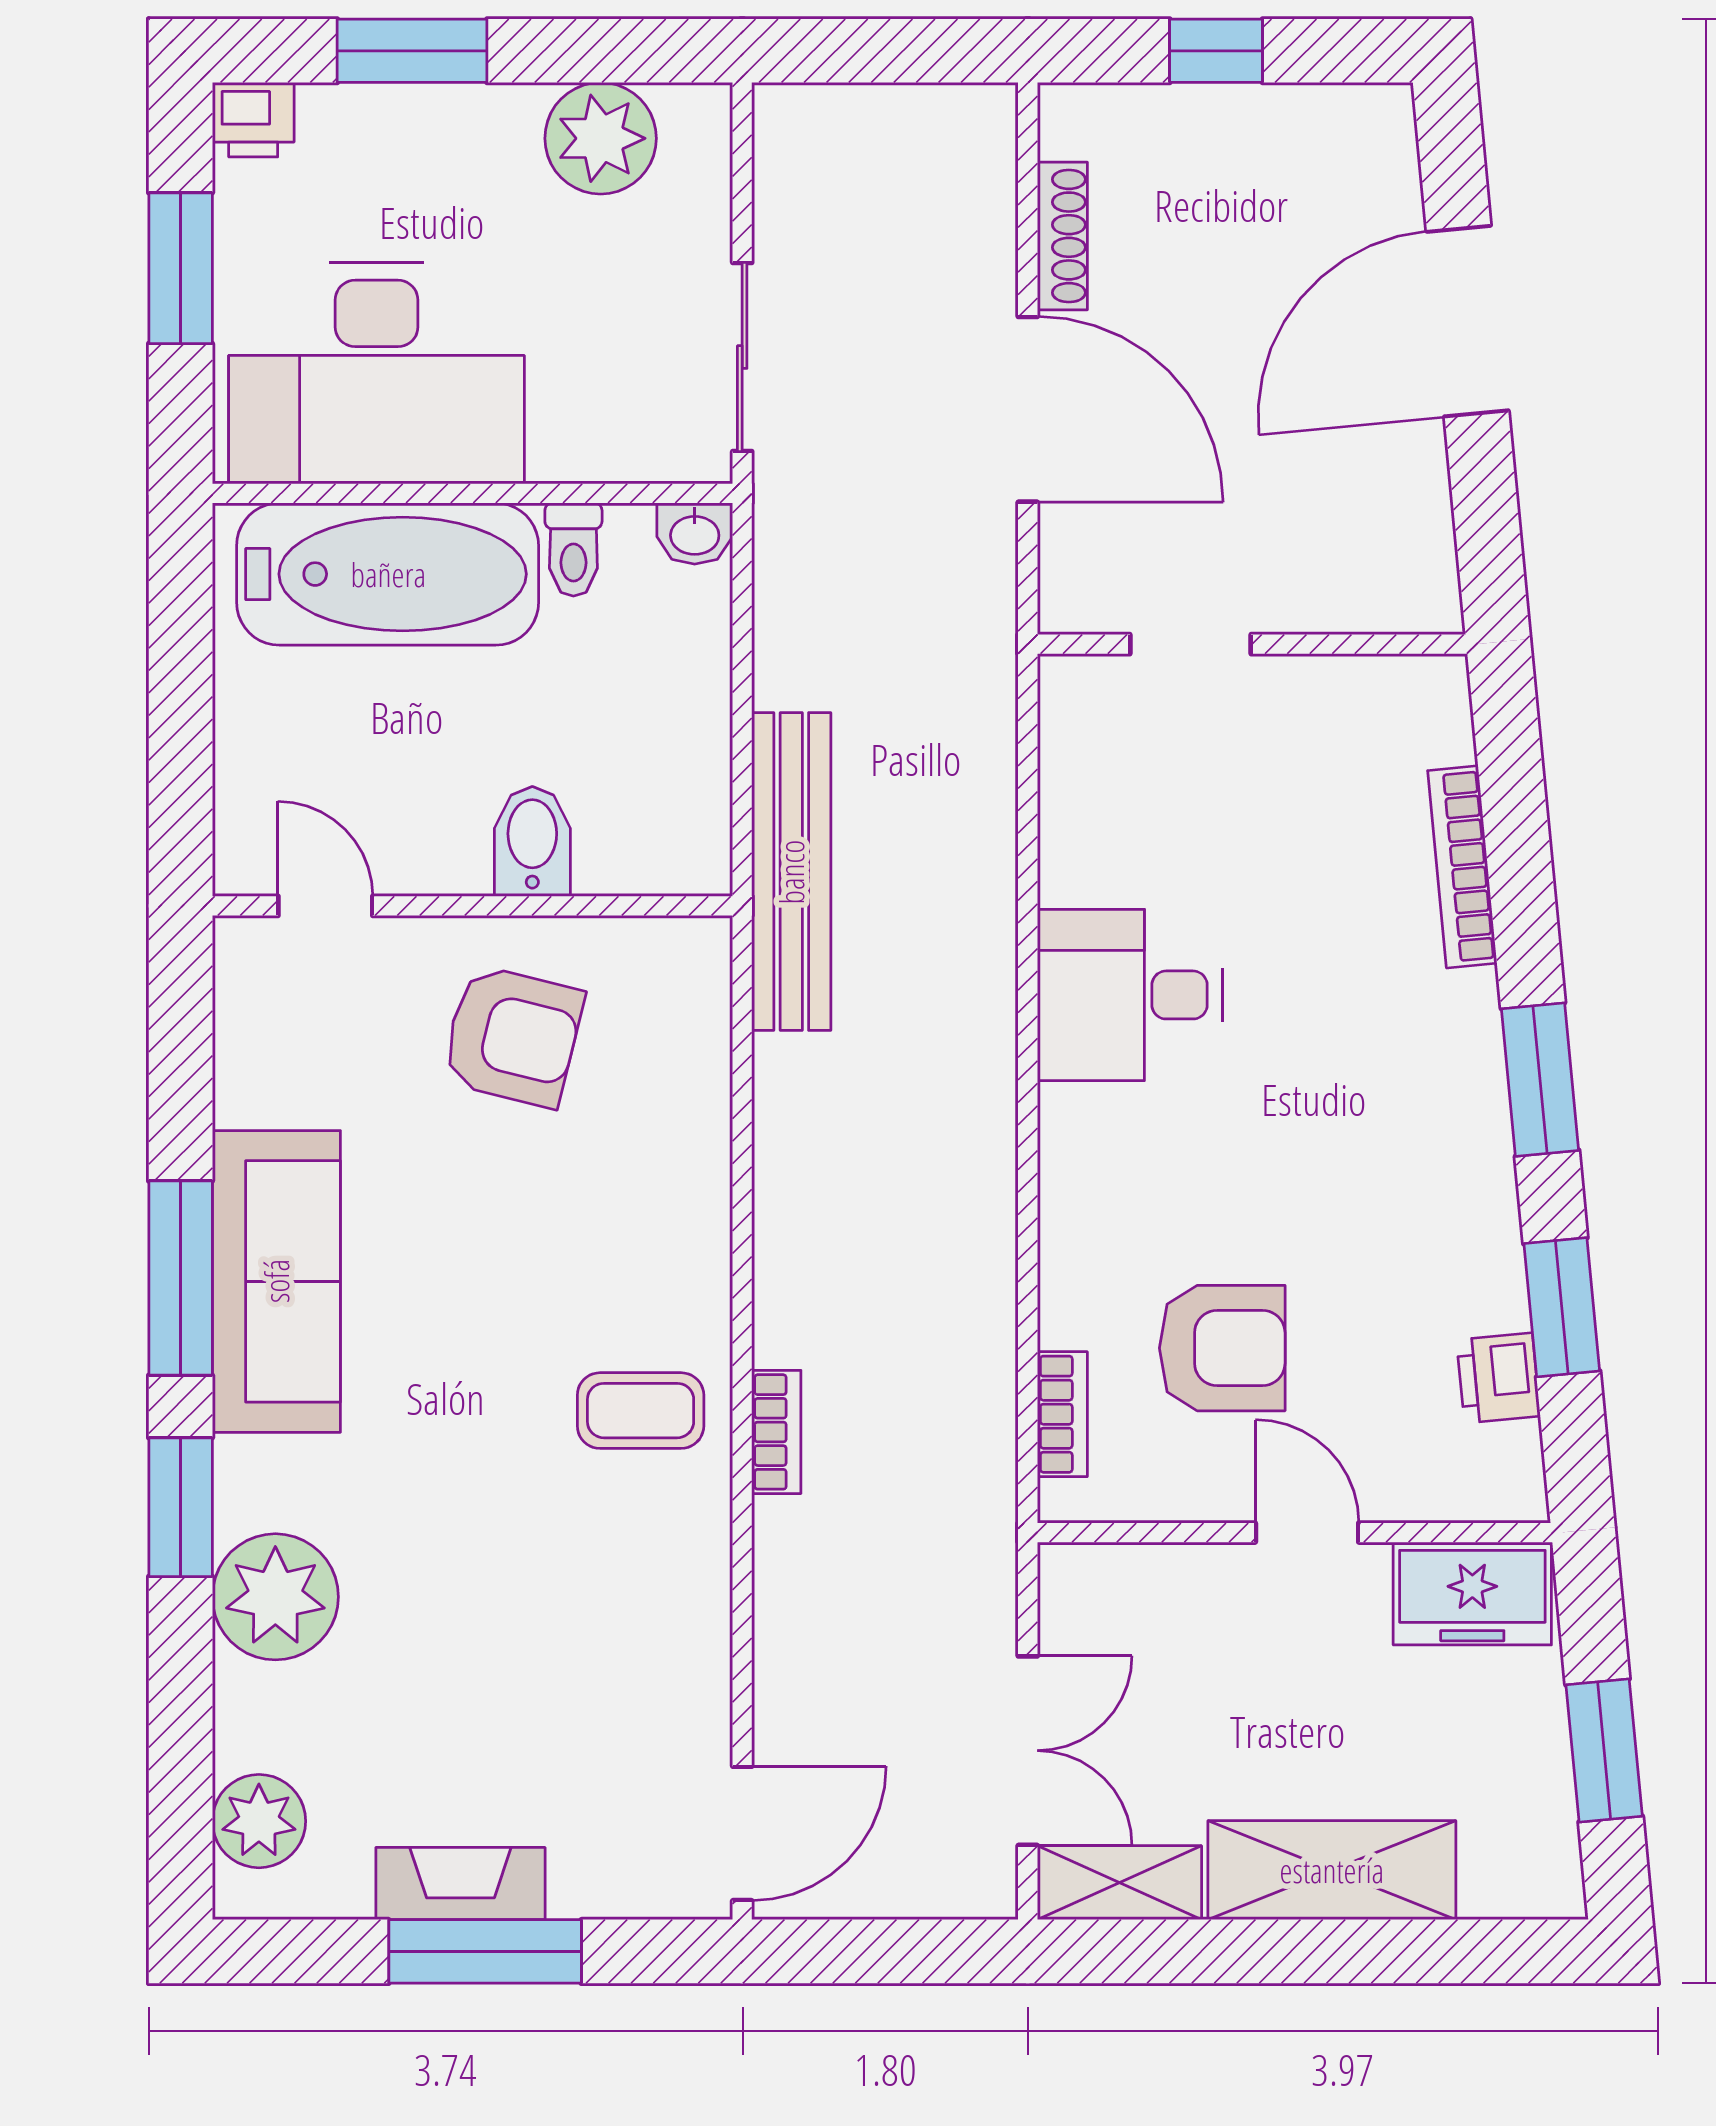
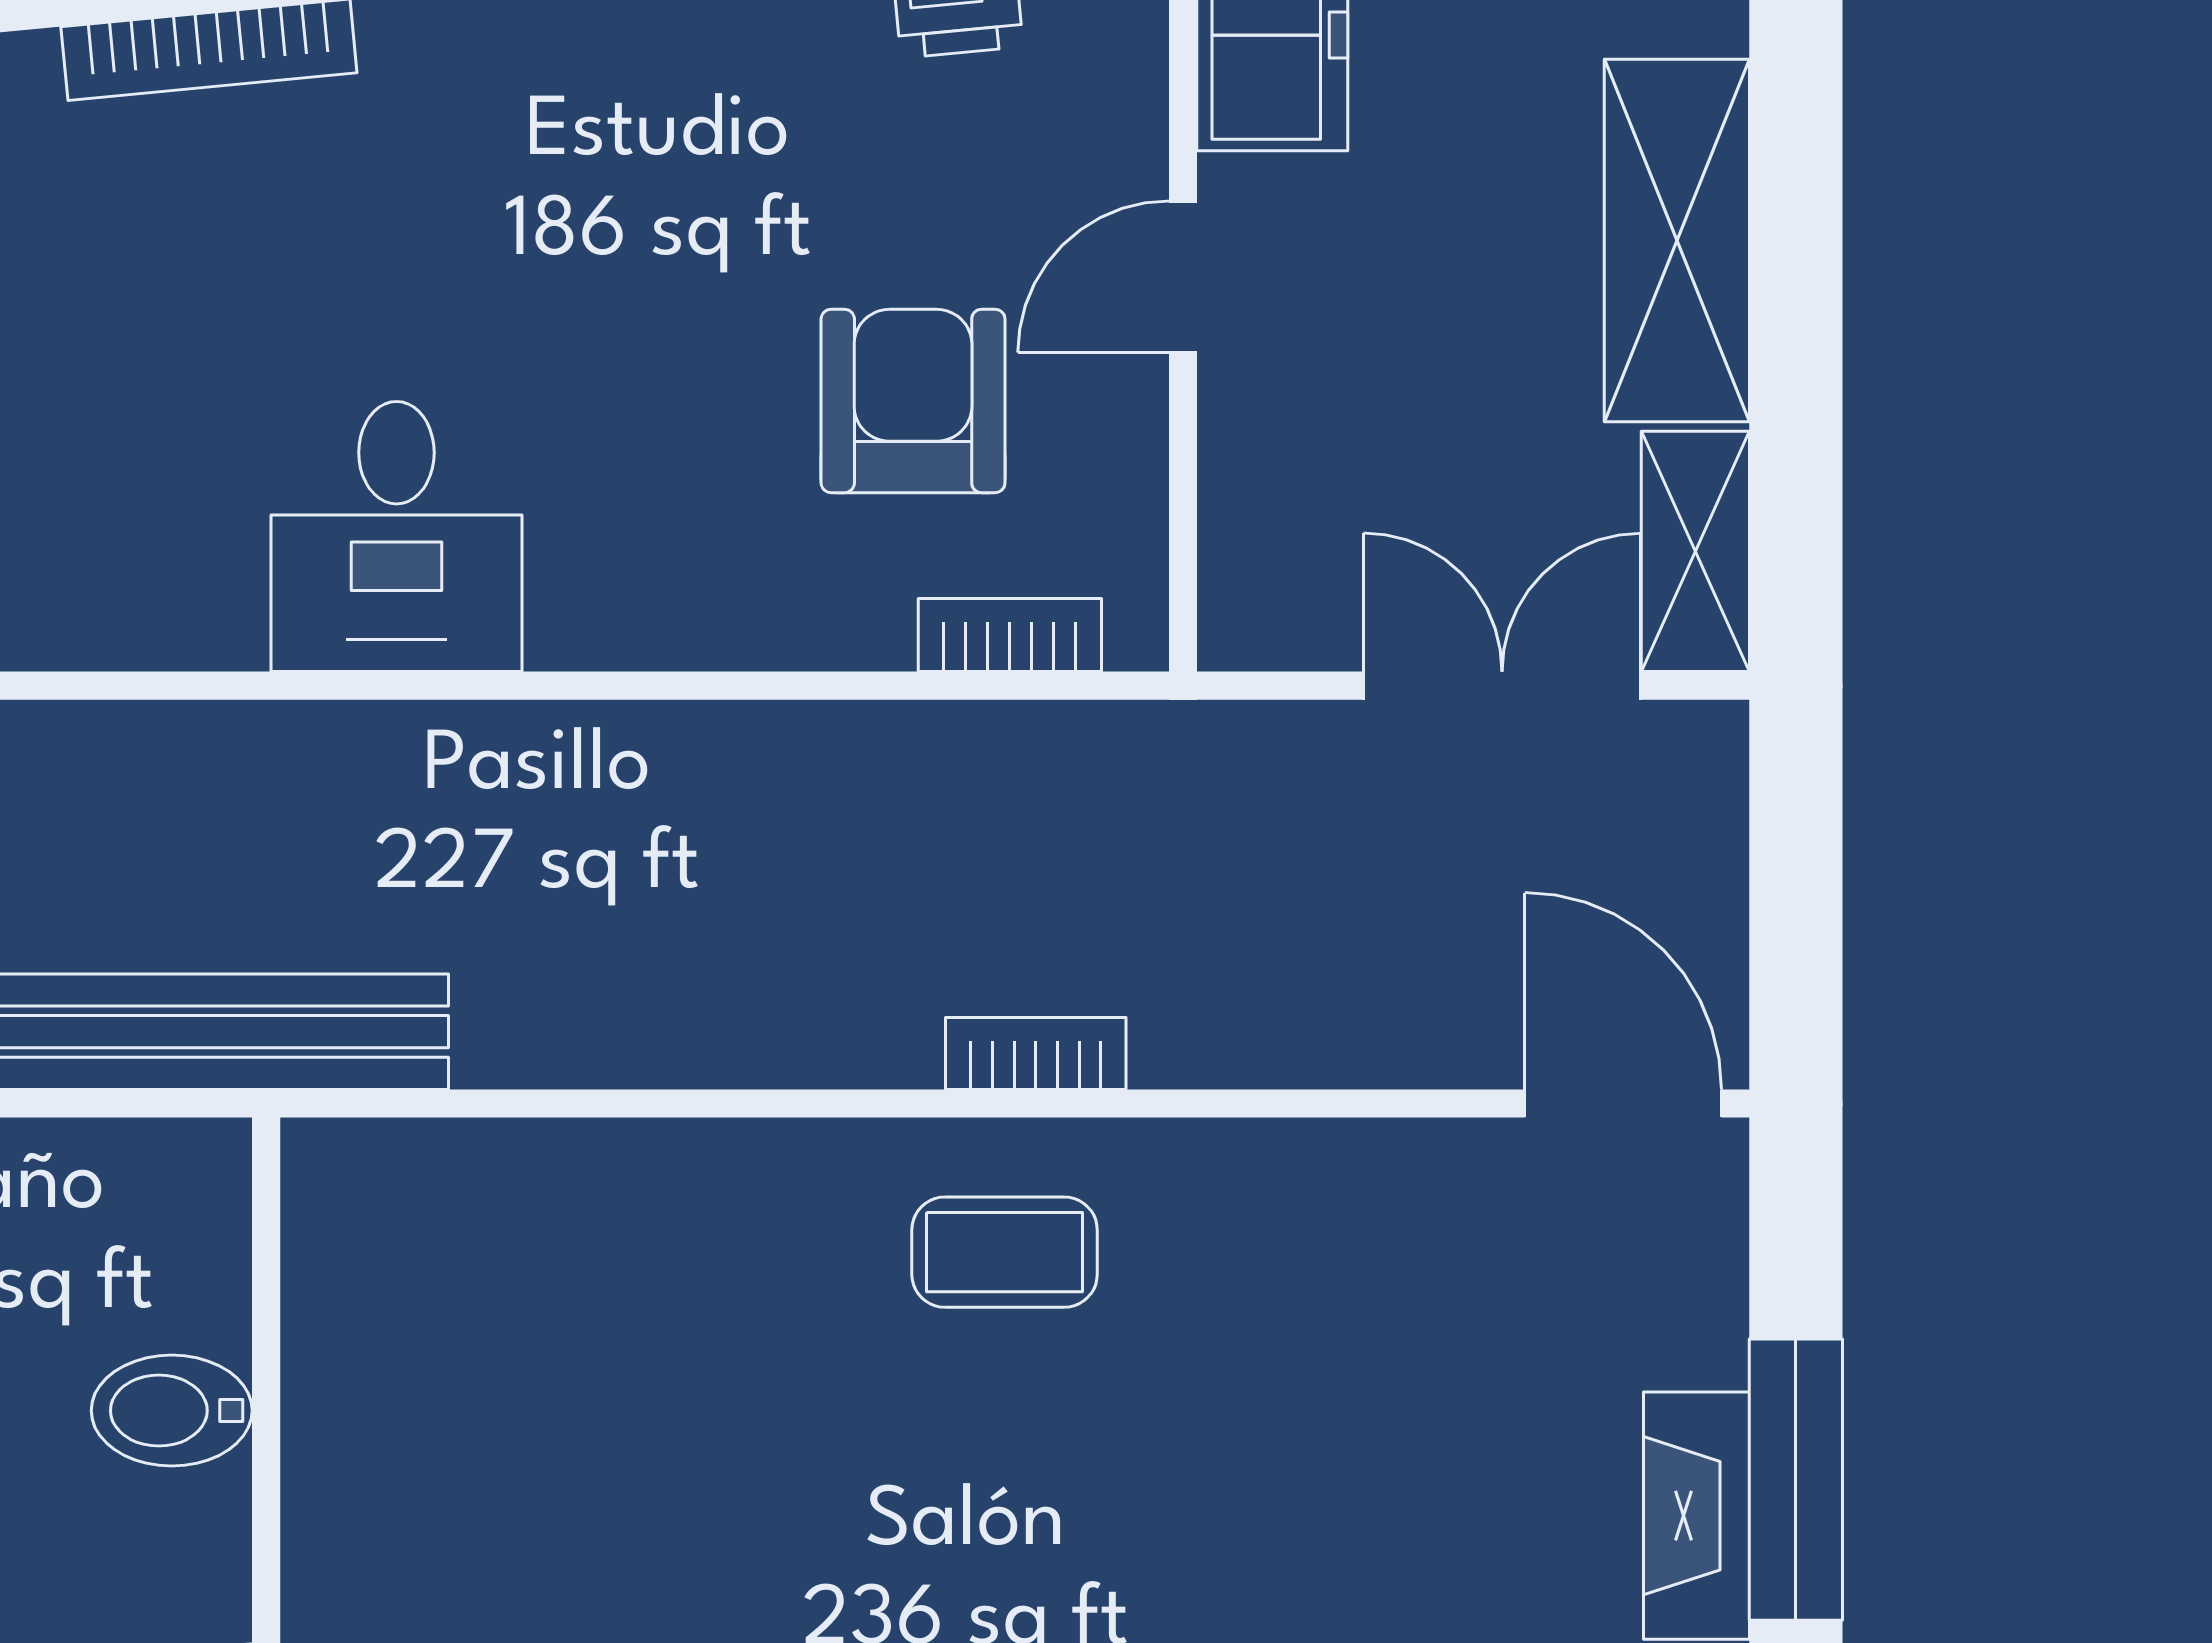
armchair: (513, 1036) -> (457, 1439), removed
coffee table: (641, 1411) -> (1005, 1252), turned 90

